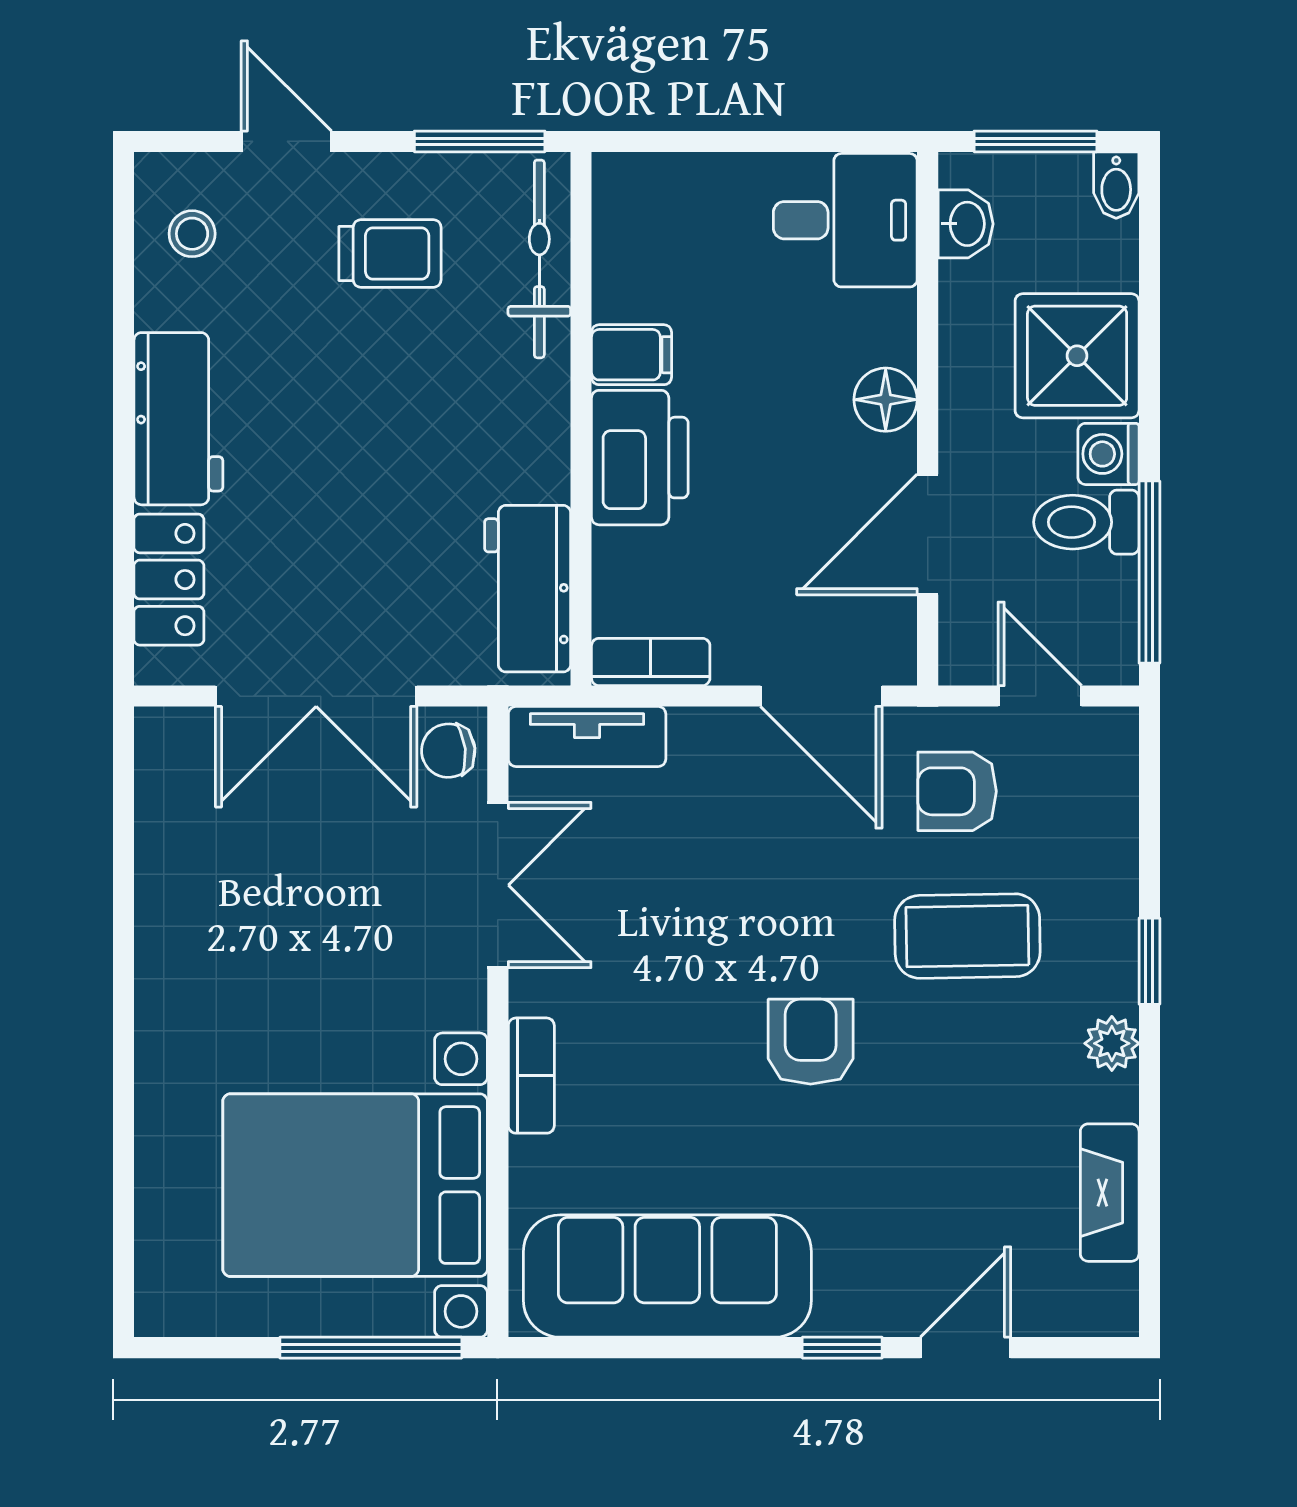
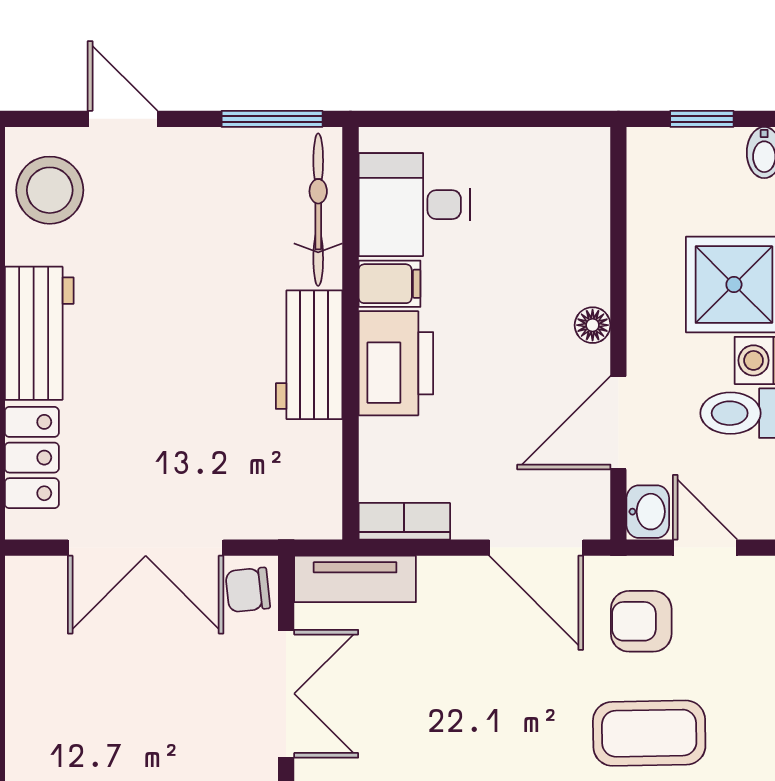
window: (1036, 141) -> (702, 119), width x0.67
desk: (845, 220) -> (414, 205), moved, turned 180
washbasin: (966, 224) -> (648, 512), moved
stool: (192, 234) -> (50, 190), width x1.89, depth x1.89
trolley: (390, 254) -> (203, 205), removed
floor lamp: (886, 400) -> (593, 325), width x0.73, depth x0.73
workbench: (528, 589) -> (309, 355), moved

